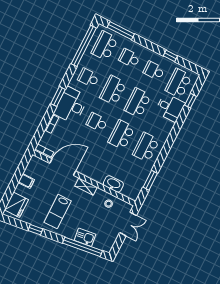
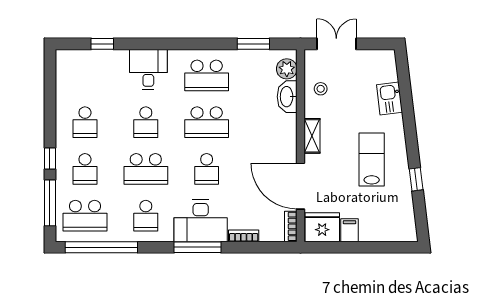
window: (170, 56) -> (50, 158), moved
school desk: (179, 83) -> (85, 75), removed
window: (58, 96) -> (197, 247), width x1.44
school desk: (138, 103) -> (146, 122), width x0.54
desk: (170, 108) -> (148, 69), moved
plant: (128, 191) -> (287, 69), added
fridge: (16, 205) -> (322, 227), moved
lab bench: (58, 212) -> (372, 160), turned -90
window: (83, 247) -> (406, 95), removed

